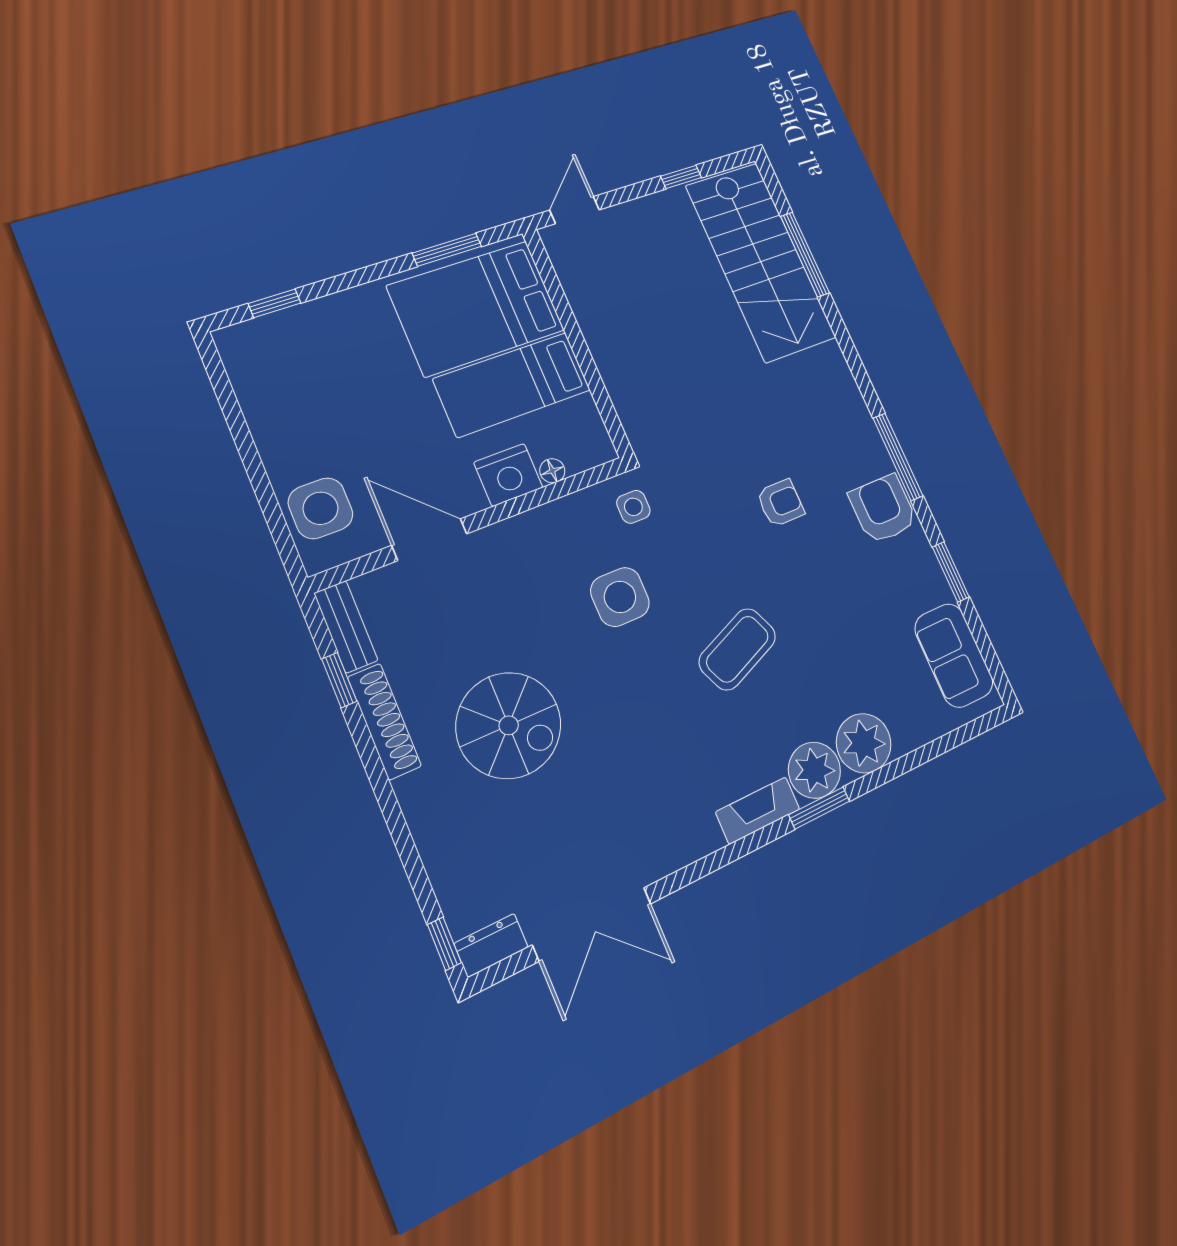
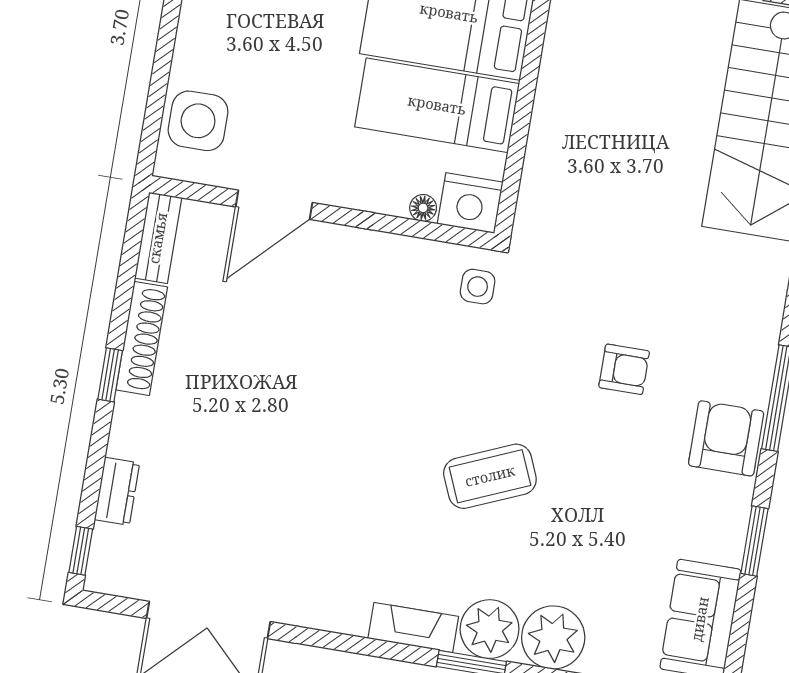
nightstand: (508, 475) -> (470, 203), moved
door: (429, 540) -> (274, 205), swing flipped
side table: (620, 597) -> (411, 361), removed
window: (339, 680) -> (110, 375), moved
spiral stairs: (509, 725) -> (242, 409), removed
dresser: (491, 945) -> (117, 491), moved, turned 90

